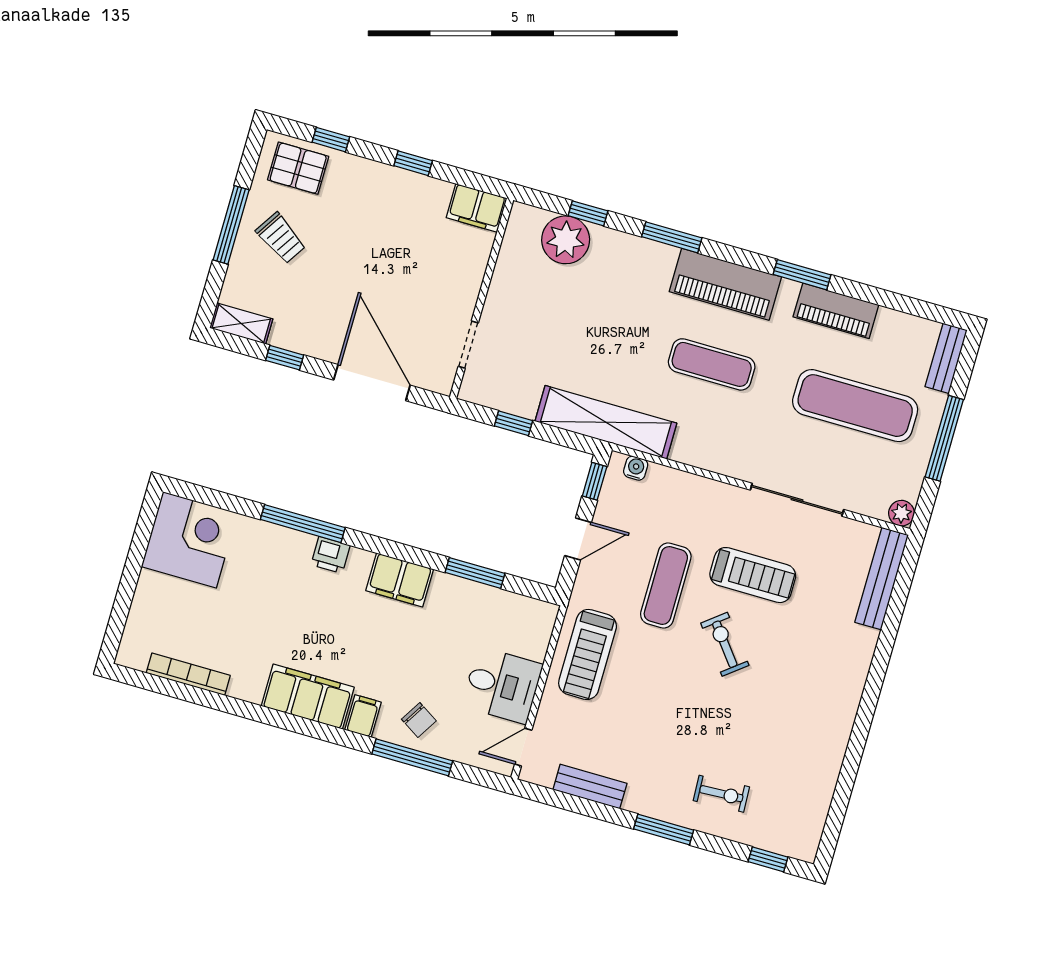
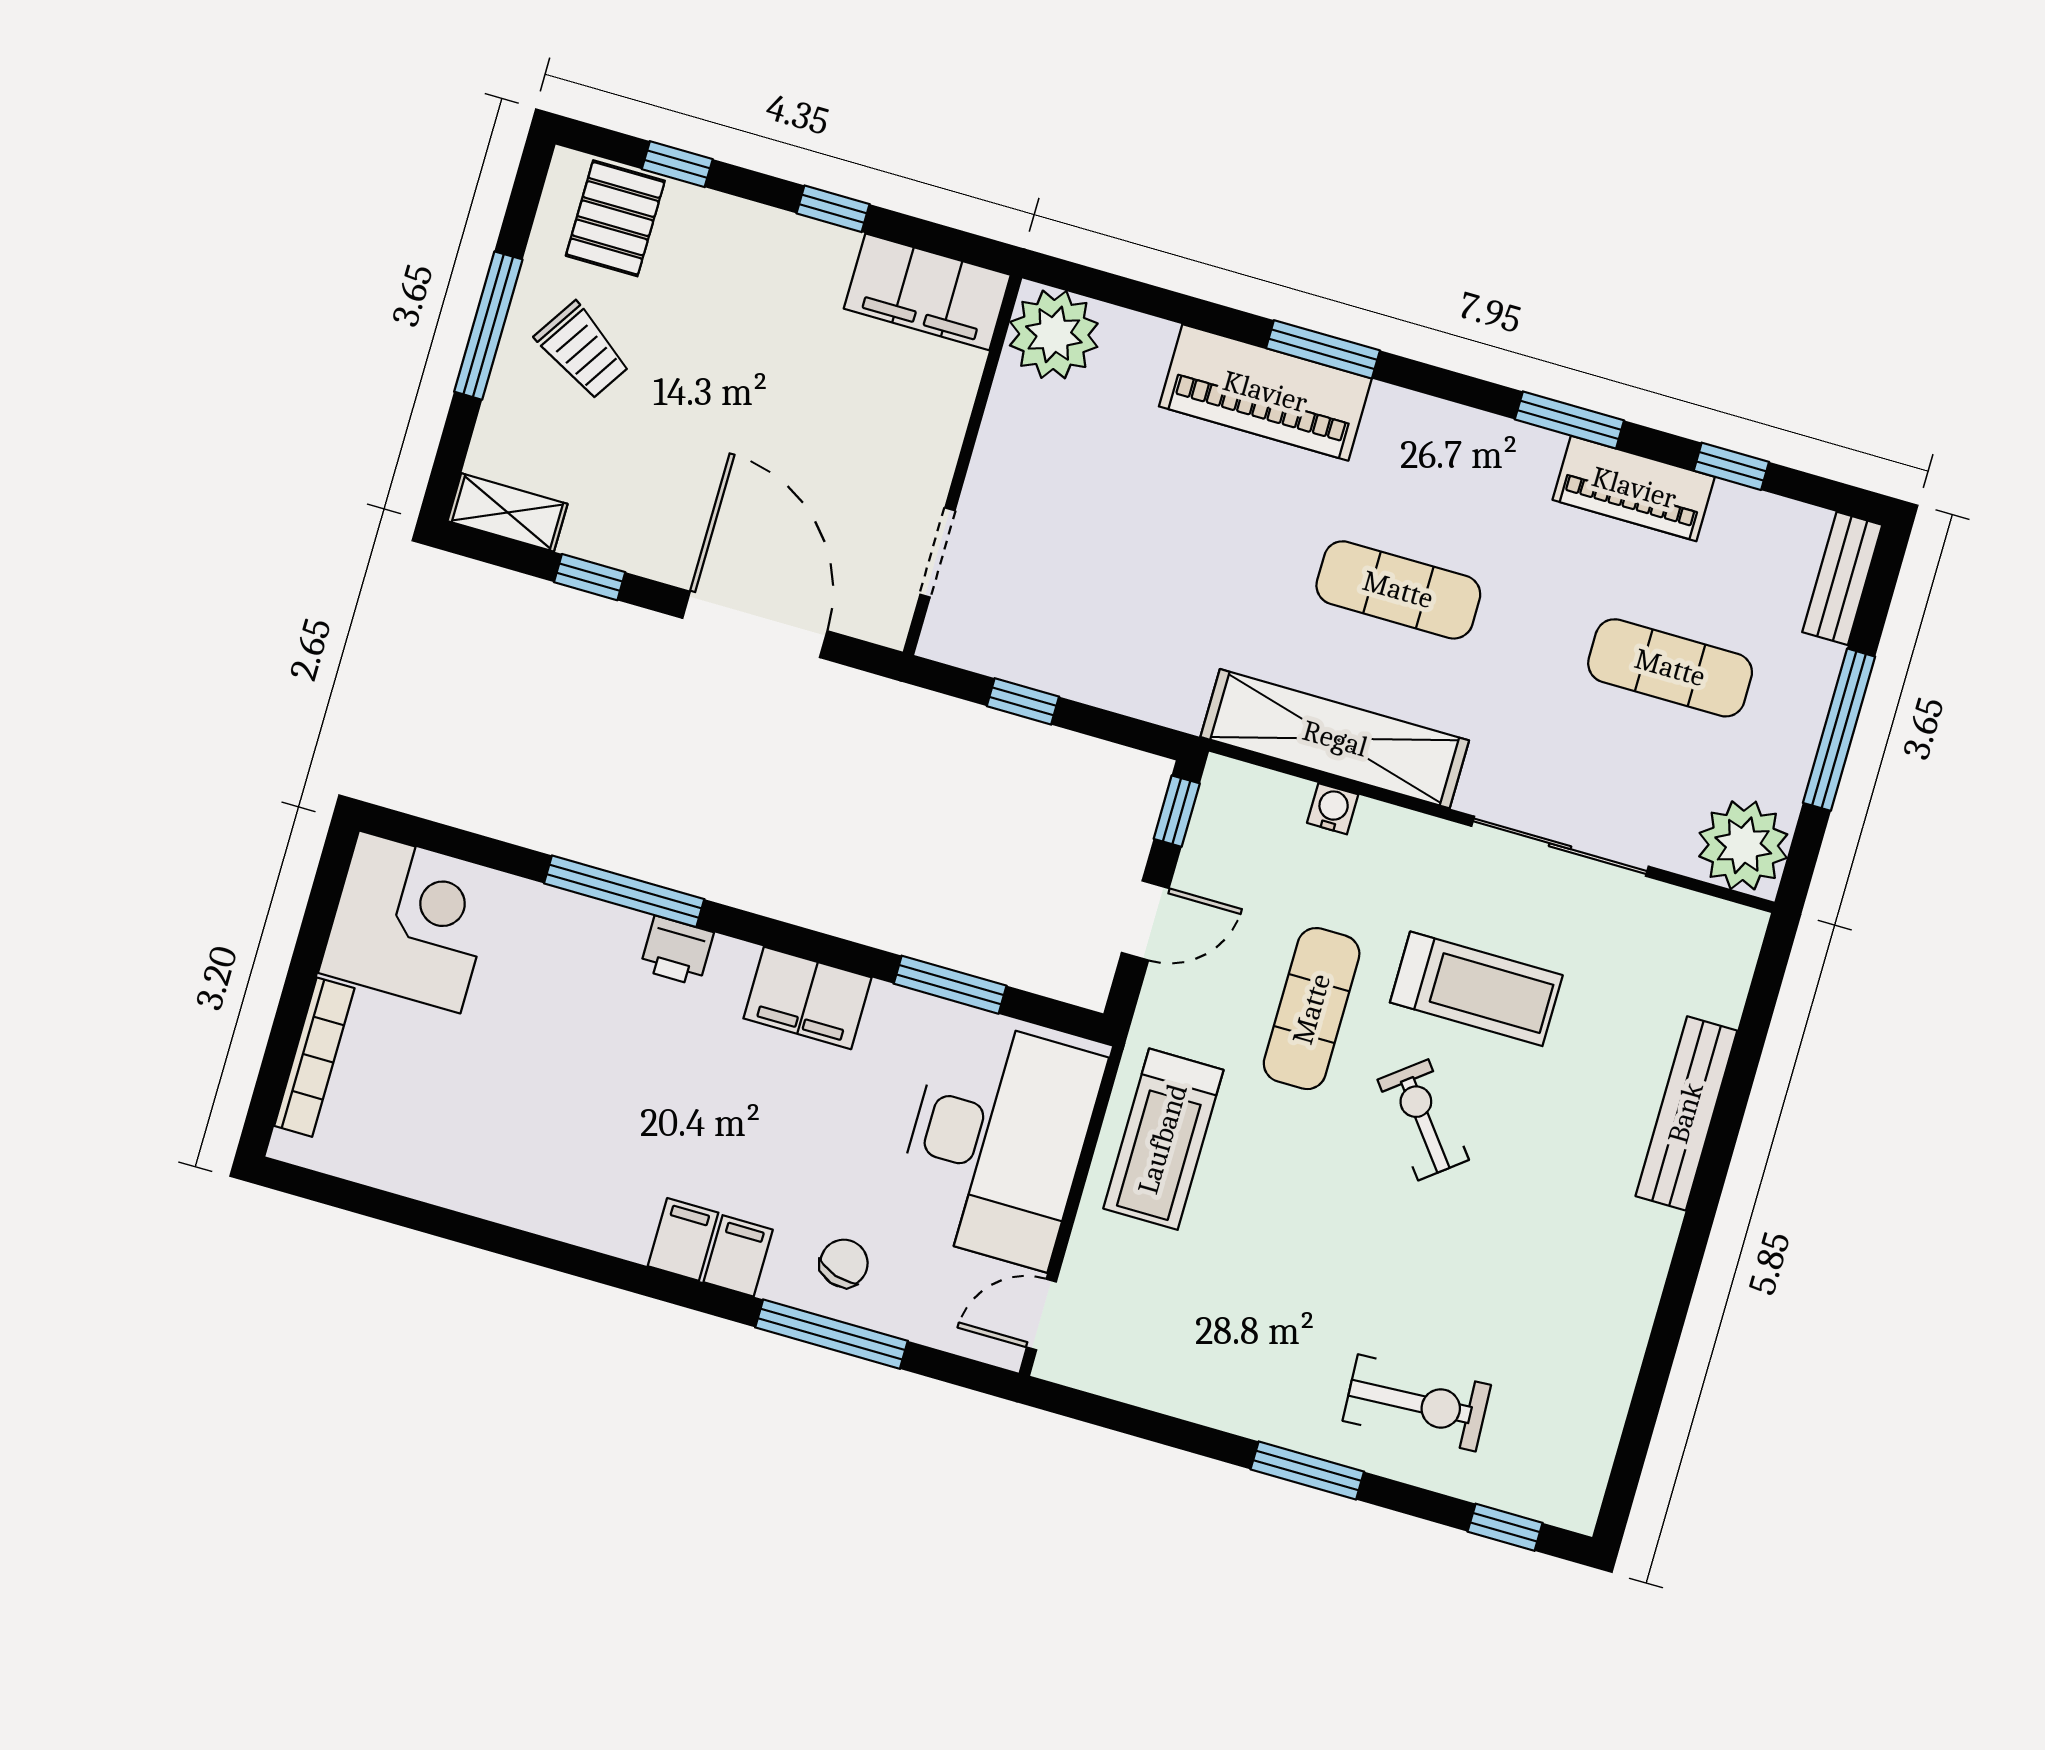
pallet: (298, 168) -> (615, 218), turned 90
filing cabinet: (477, 208) -> (927, 292), width x1.50, depth x1.17
window: (588, 213) -> (1731, 466), moved
plant: (566, 240) -> (1054, 334), moved
piano: (725, 284) -> (1265, 392), moved
exercise mat: (855, 406) -> (1670, 668), width x0.73, depth x0.69
shelving: (606, 422) -> (1335, 739), moved
water cooler: (636, 468) -> (1333, 809), moved
plant: (901, 513) -> (1743, 845), width x1.87, depth x1.87
bench: (882, 579) -> (1686, 1113), moved
bookcase: (188, 674) -> (314, 1057), moved, turned 90
desk: (502, 685) -> (998, 1142), width x1.87, depth x1.30
filing cabinet: (308, 697) -> (683, 1239), width x0.33, depth x0.86
chair: (419, 720) -> (844, 1263), turned -104
bench: (590, 786) -> (1168, 1389), removed
exercise bike: (721, 794) -> (1417, 1403), width x1.38, depth x1.39

